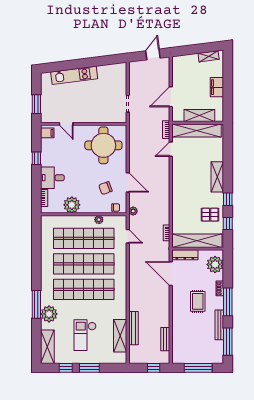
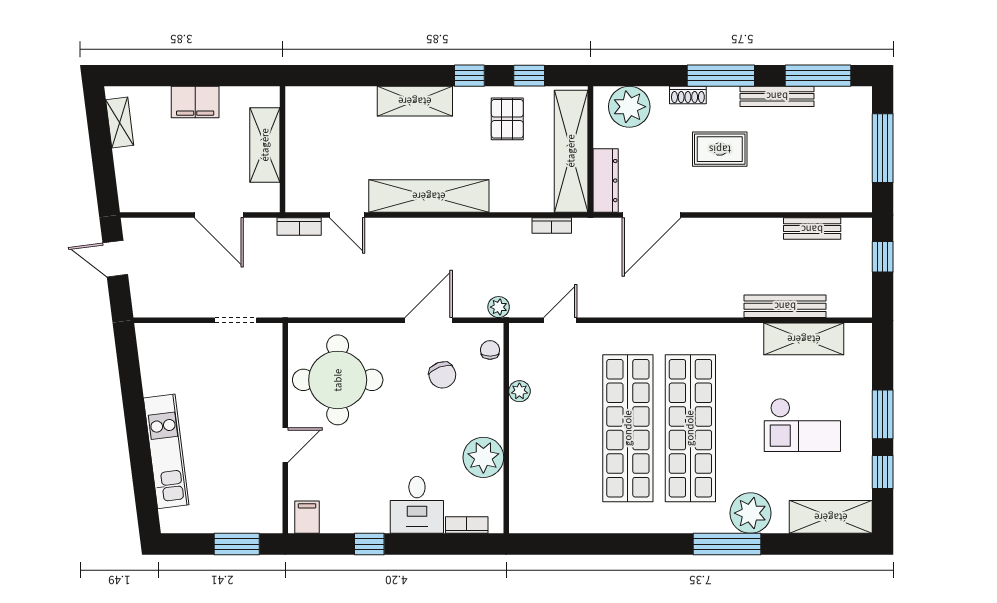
door: (66, 124) -> (285, 445), moved
shelving: (197, 131) -> (429, 196), moved, turned 90
shop shelf: (84, 238) -> (565, 428), removed

